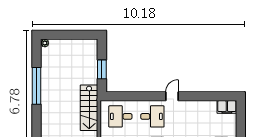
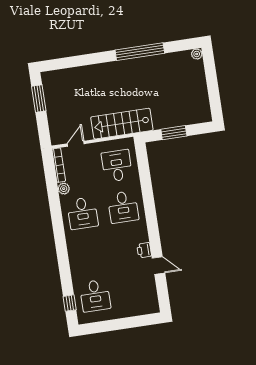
door: (172, 96) -> (158, 265), moved
printer: (188, 105) -> (144, 250), added
filing cabinet: (227, 107) -> (150, 301), removed

